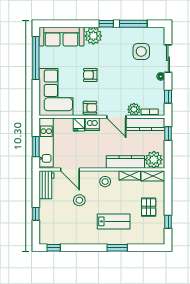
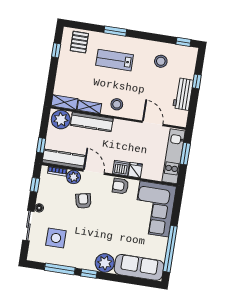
armchair: (90, 75) -> (83, 201), moved, turned -102
workbench: (47, 185) -> (183, 94), moved
stool: (79, 200) -> (161, 61), moved
pallet: (149, 207) -> (79, 42), moved

